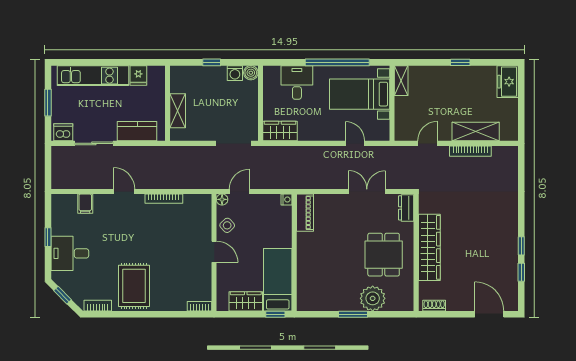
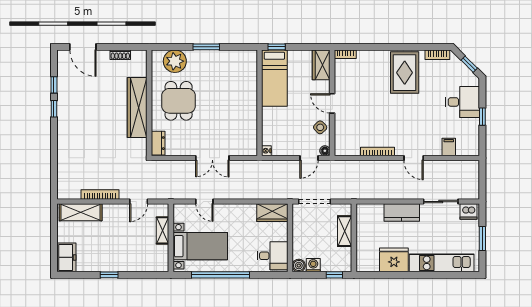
fridge: (138, 76) -> (394, 260), width x1.88, depth x1.34
shelving: (401, 81) -> (163, 230), moved
desk: (297, 82) -> (272, 256), moved, turned -90
wall: (167, 103) -> (354, 238), moved
shelving: (178, 111) -> (345, 231), moved
shelving: (476, 132) -> (81, 212), moved
double door: (367, 191) -> (212, 158), moved
piano: (305, 213) -> (250, 139), removed
plant: (373, 298) -> (175, 61), moved
wardrobe: (246, 301) -> (321, 65), moved, turned 90
shoe rack: (434, 306) -> (120, 55), moved

